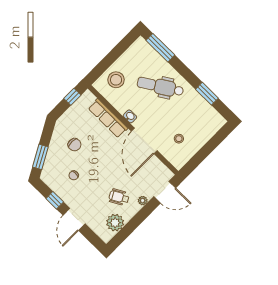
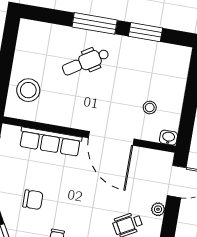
window: (160, 48) -> (95, 23), moved
dental chair: (160, 87) -> (86, 62), width x0.73, depth x0.72
washbasin: (130, 116) -> (168, 138), moved

